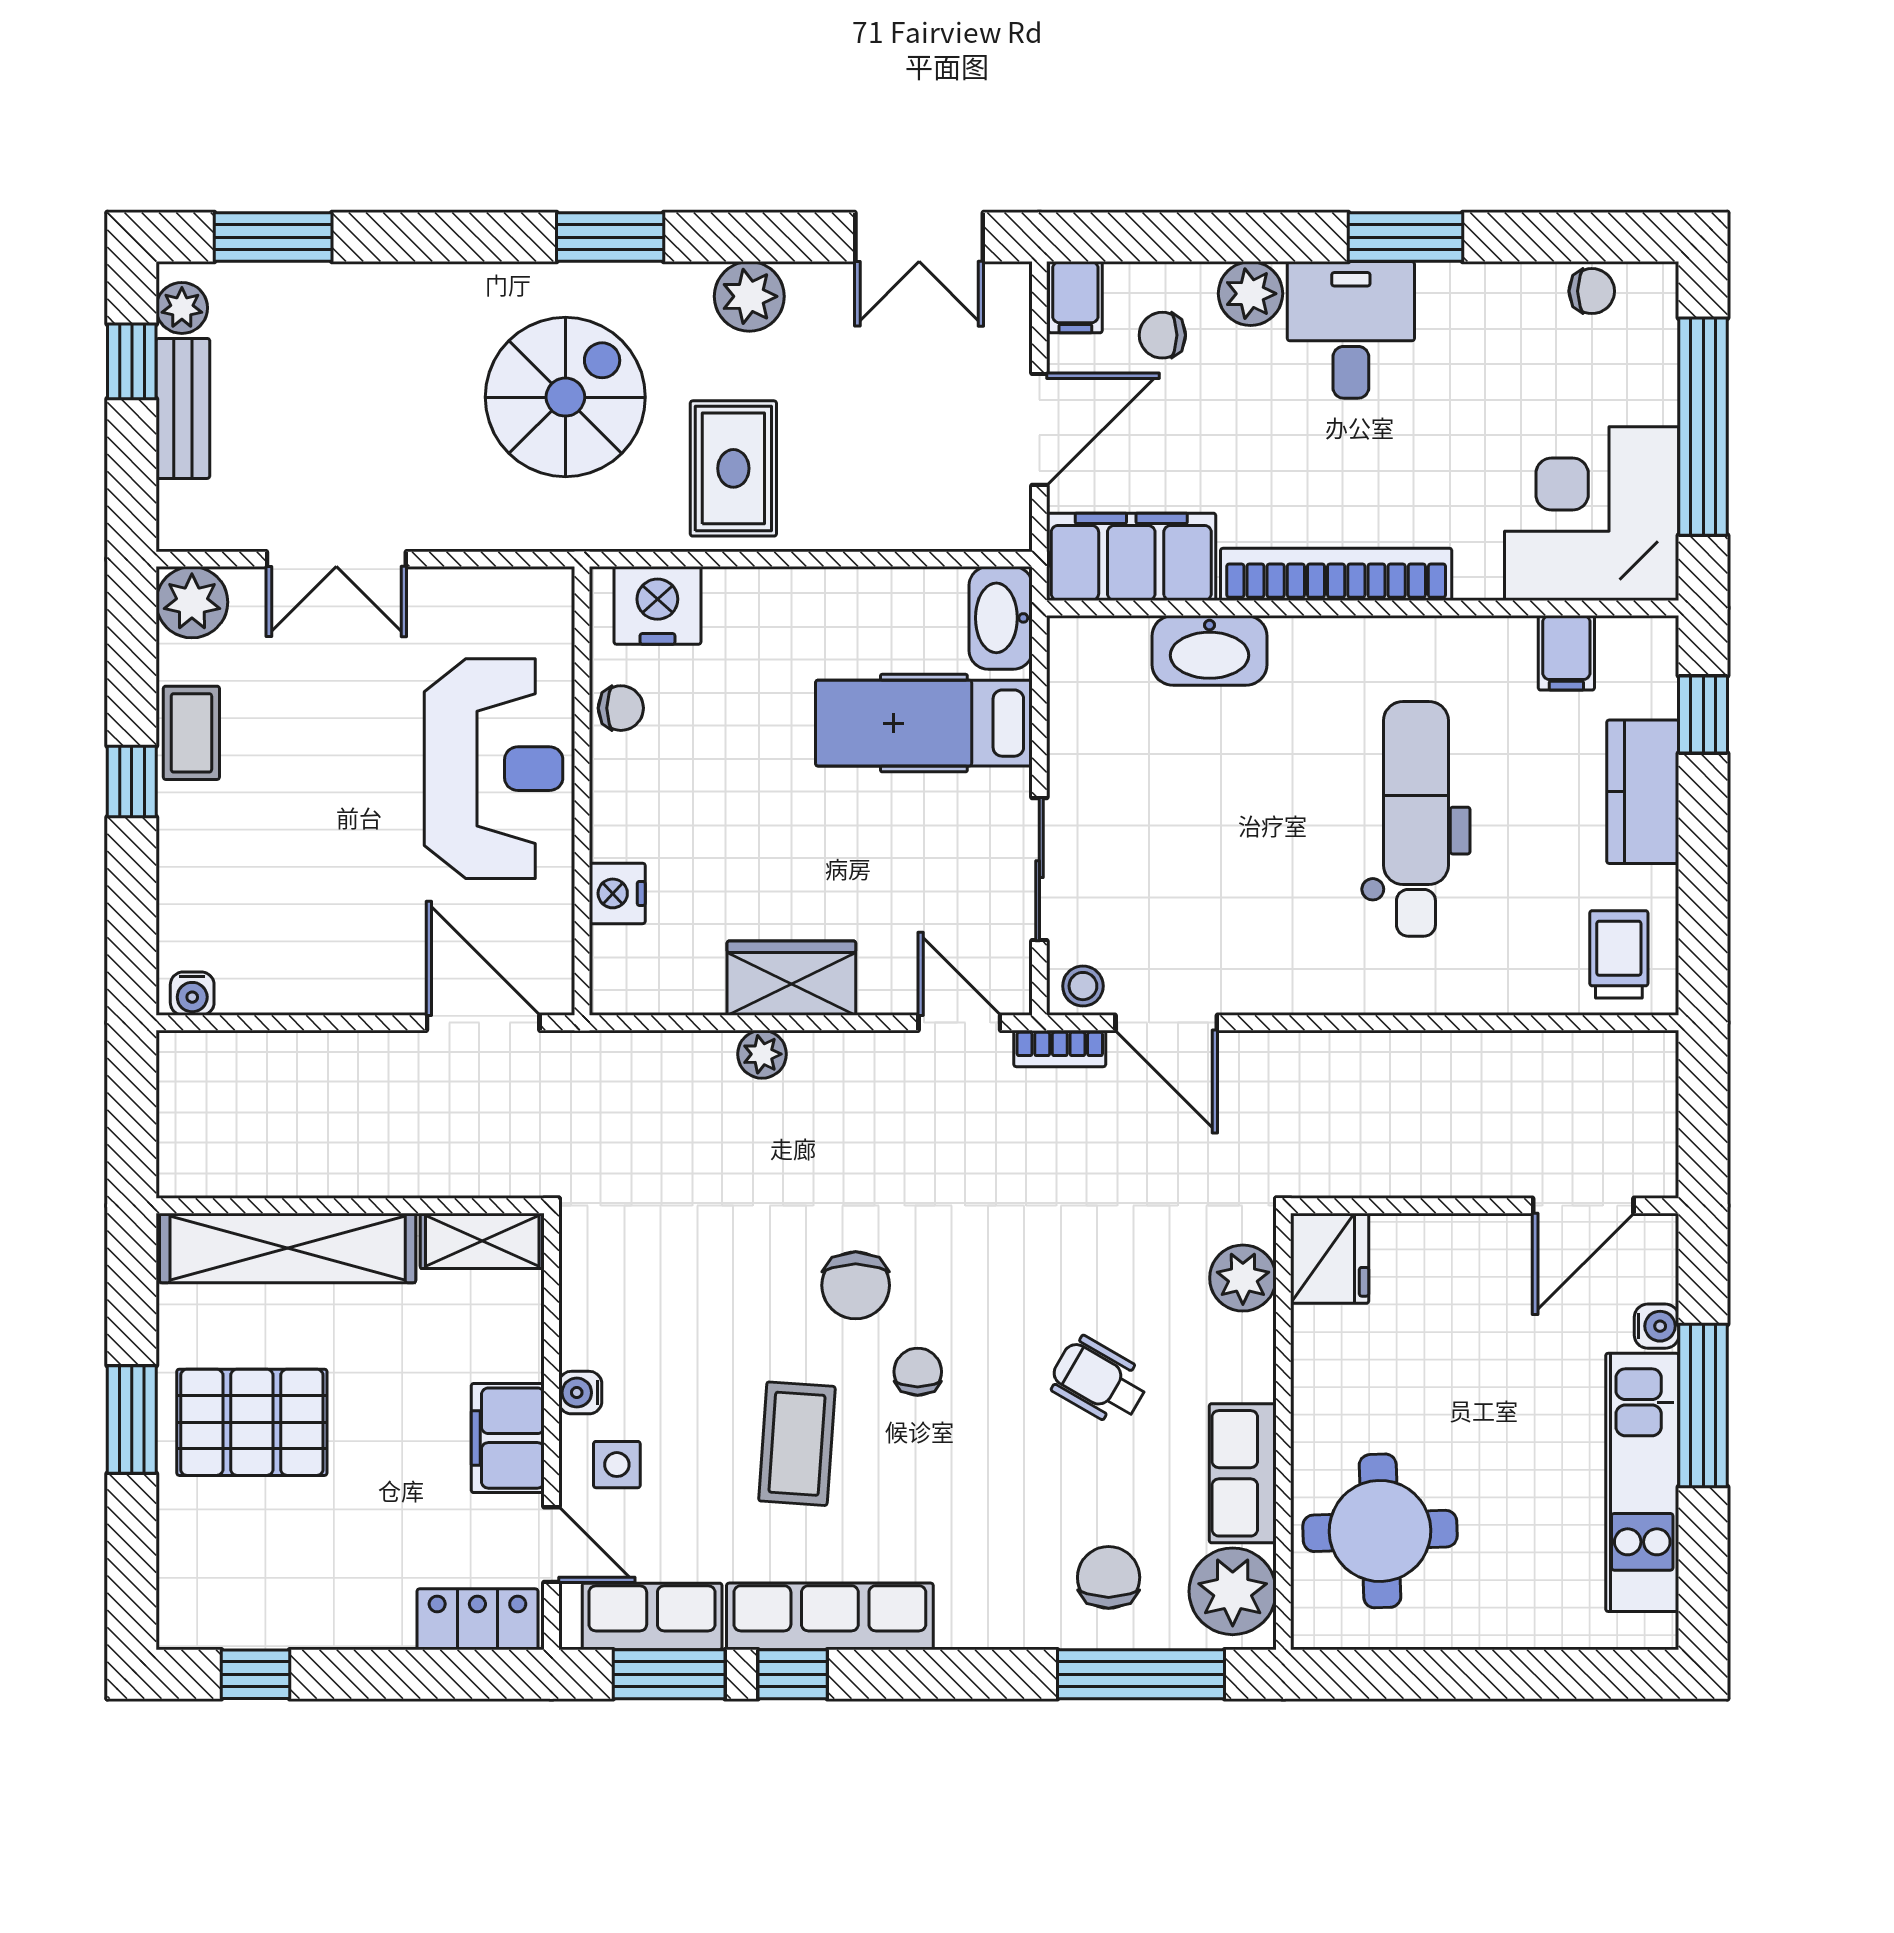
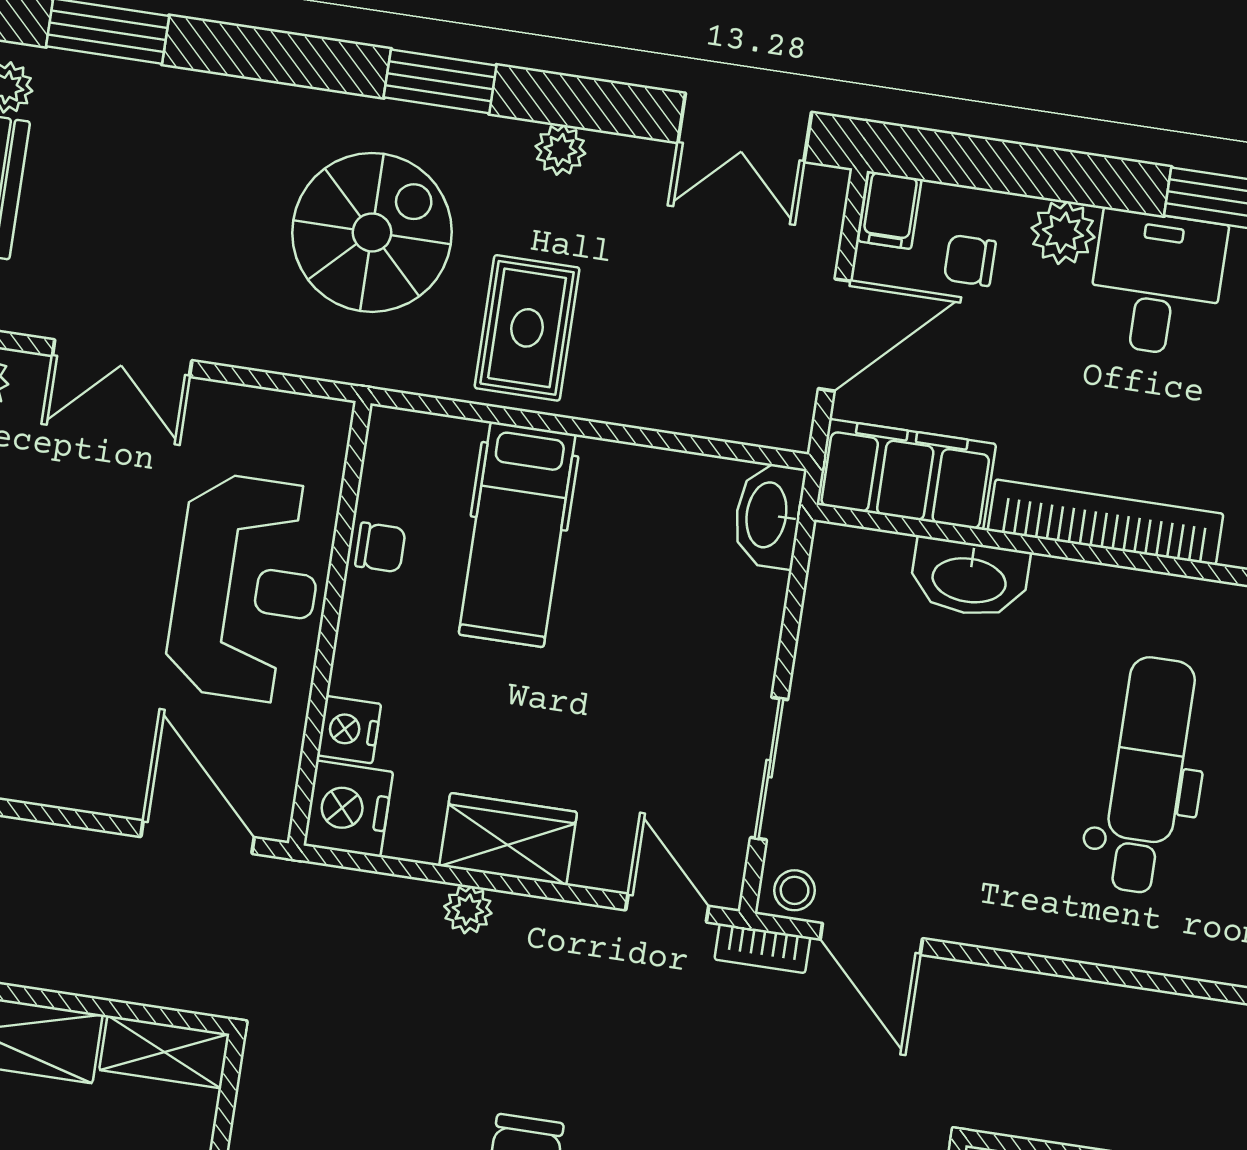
plant: (749, 296) -> (560, 150), width x0.73, depth x0.73
nightstand: (657, 605) -> (348, 809), moved, turned -90
hospital bed: (924, 723) -> (517, 534), moved, turned -90

